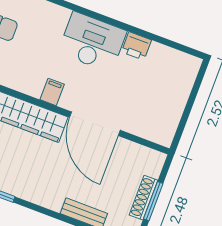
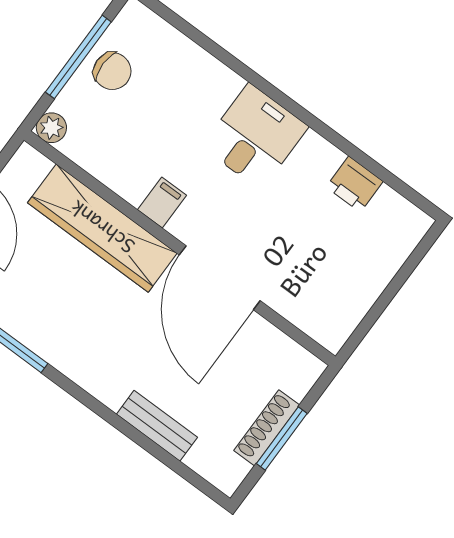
desk: (92, 42) -> (255, 137), width x0.73
printer: (136, 46) -> (355, 184), moved

